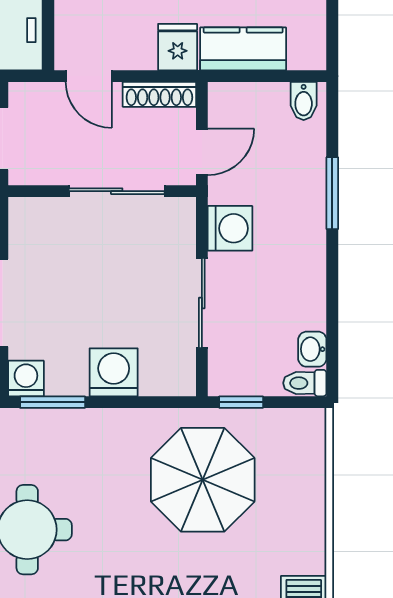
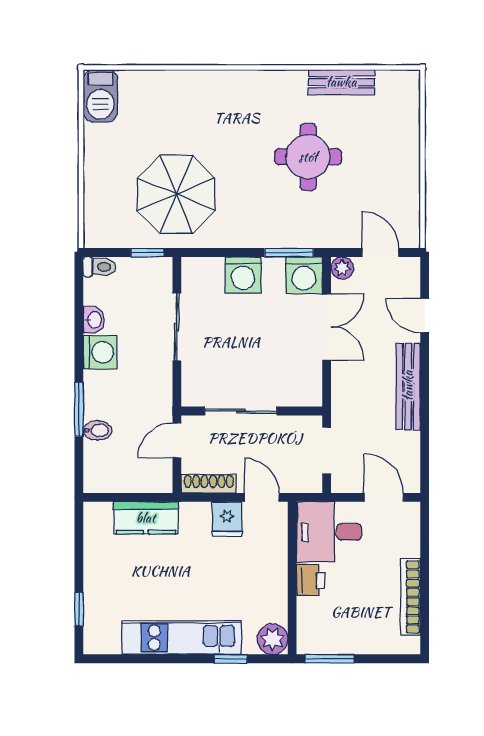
fridge: (178, 47) -> (227, 519), moved
bidet: (304, 101) -> (98, 430), moved, turned 90
washing machine: (230, 228) -> (100, 352), moved, turned 180
washbasin: (312, 349) -> (94, 320), moved
washing machine: (26, 379) -> (304, 275), width x1.38, depth x1.38

